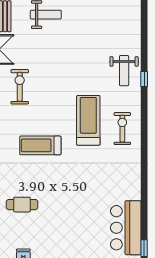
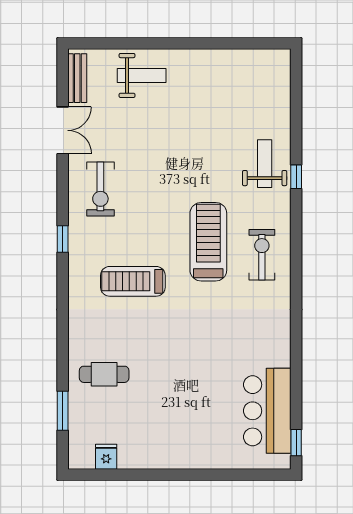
weight bench: (124, 71) -> (265, 164), turned 180
exercise bike: (20, 87) -> (100, 189), turned 180

